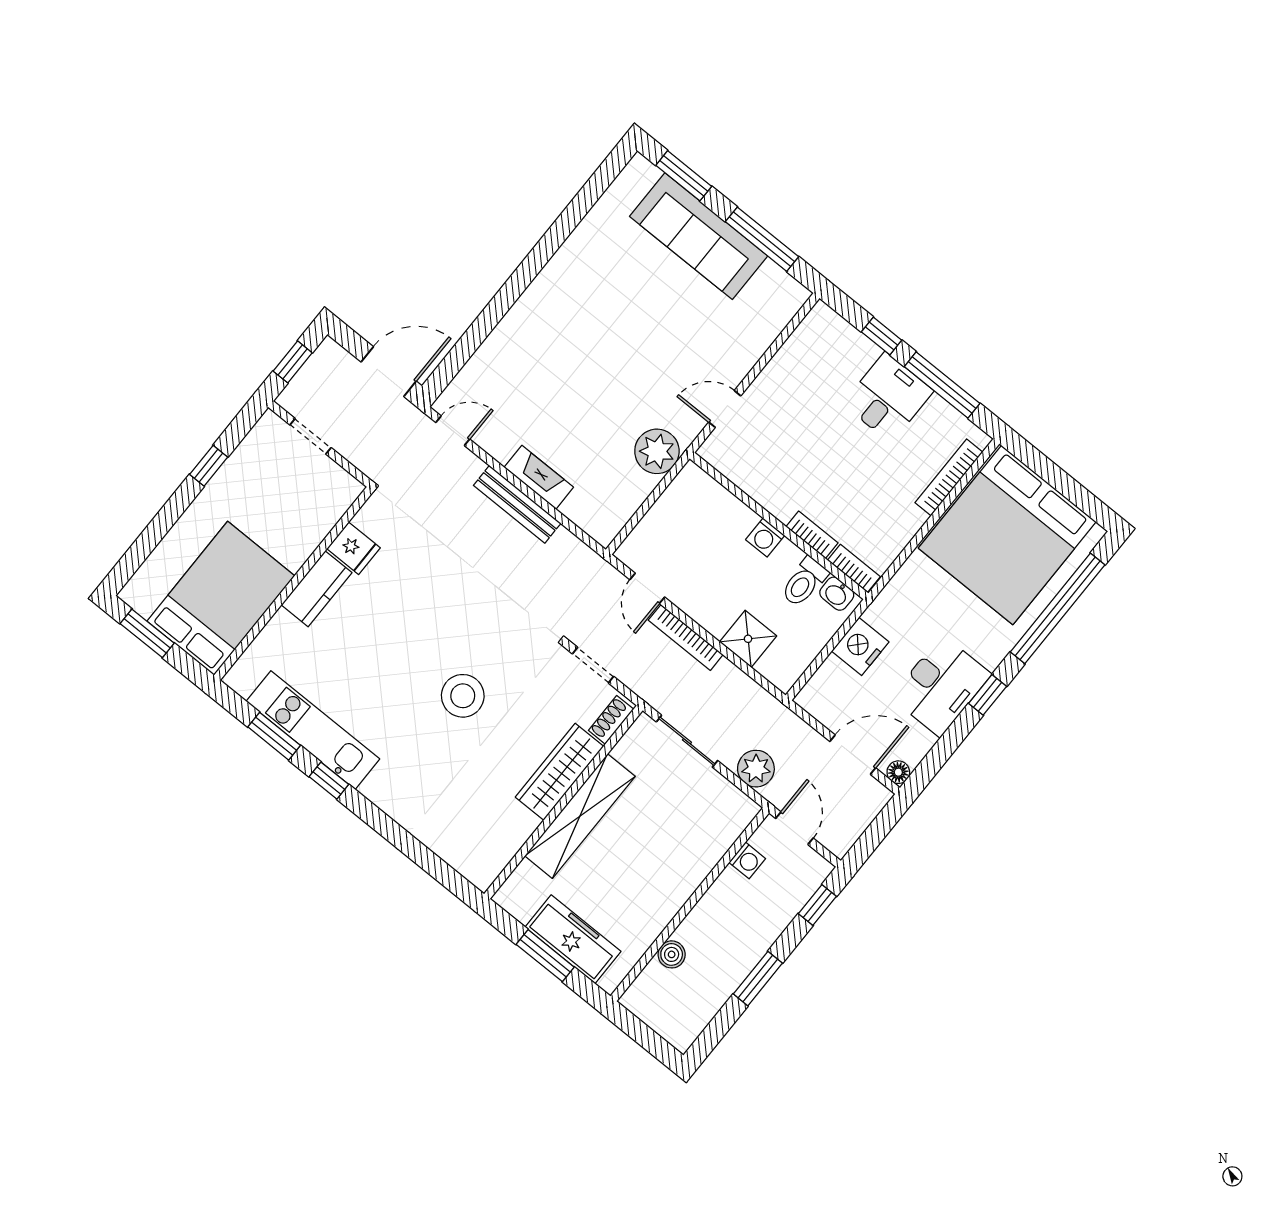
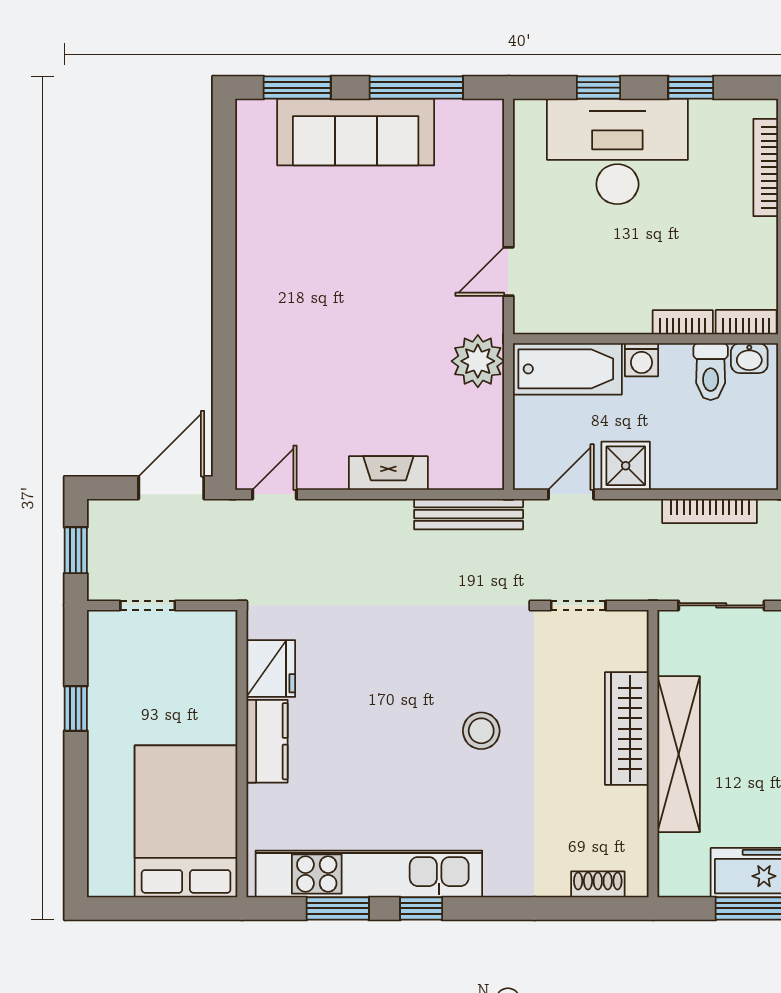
window: (942, 385) -> (691, 88), width x0.46
desk: (888, 397) -> (617, 151), width x1.87, depth x1.30
bench: (517, 504) -> (469, 514), moved
bathtub: (712, 504) -> (567, 369), added
fridge: (354, 548) -> (271, 668), width x1.38
door: (647, 588) -> (571, 494), swing flipped
window: (147, 633) -> (144, 908), removed
bookcase: (686, 637) -> (710, 511), moved
shower: (748, 639) -> (626, 466), moved
stool: (463, 696) -> (481, 731), width x0.73, depth x0.73
shoe rack: (611, 720) -> (598, 884), moved, turned 90
kitchen unit: (313, 730) -> (369, 874), width x1.36

